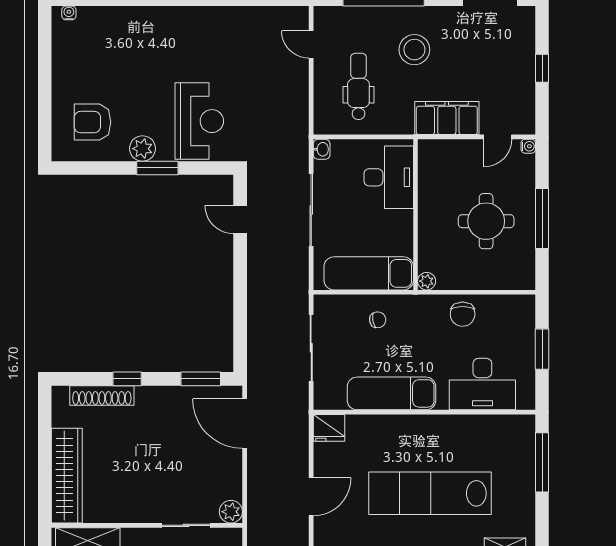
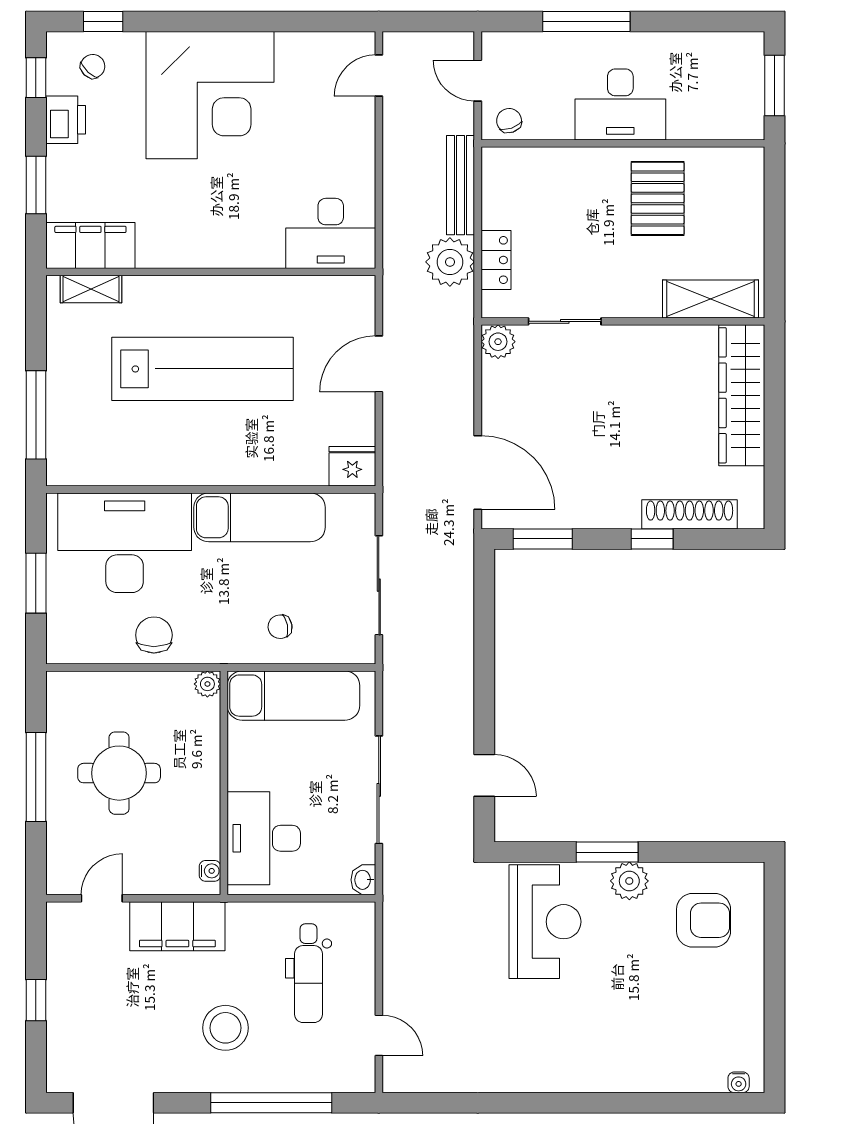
reception desk: (199, 121) -> (545, 922), turned 180
water cooler: (528, 146) -> (210, 871), moved, turned 180
desk: (482, 384) -> (125, 543), width x1.36, depth x1.30

